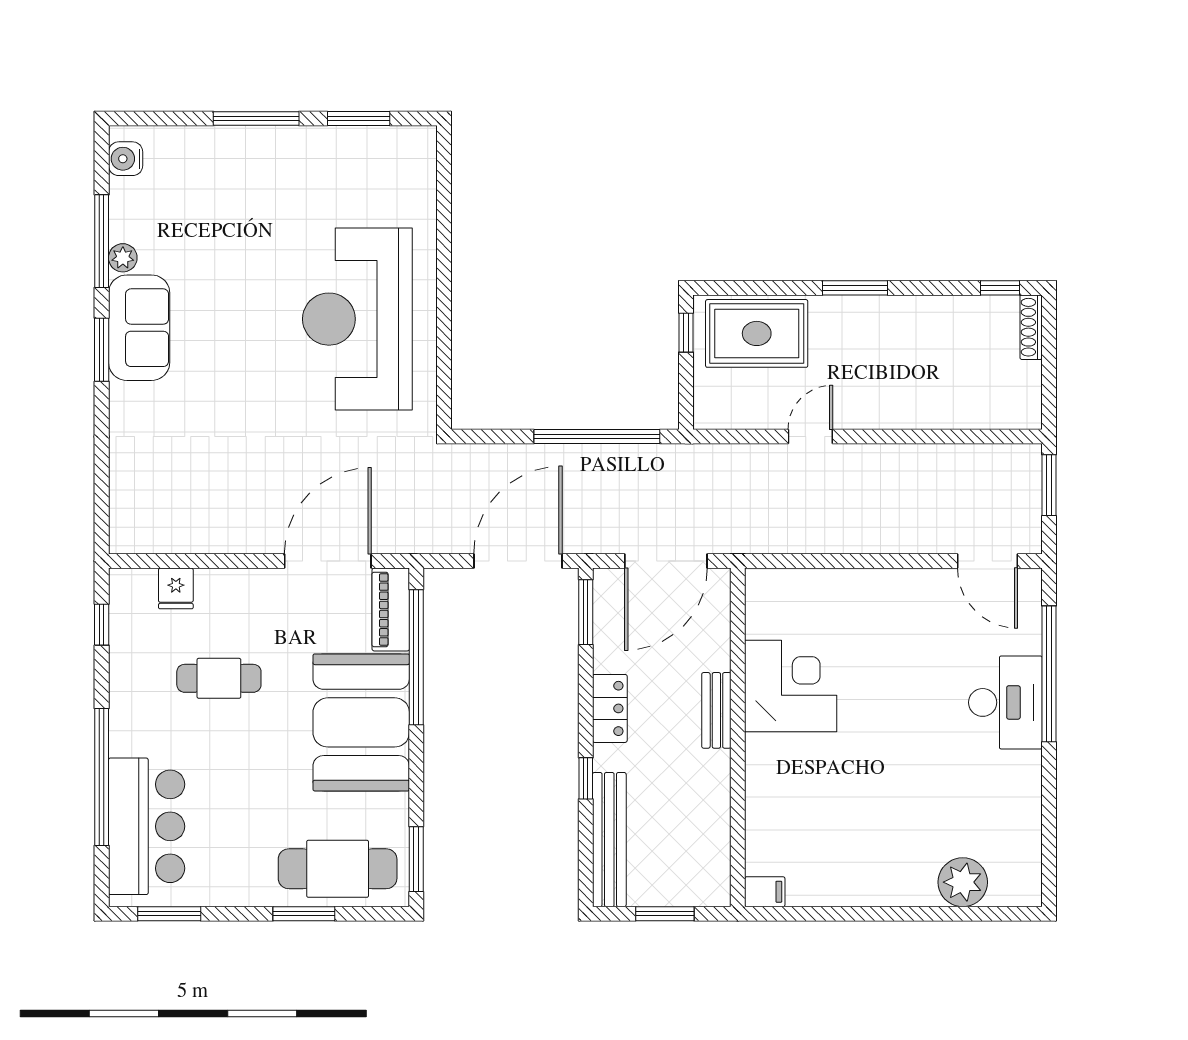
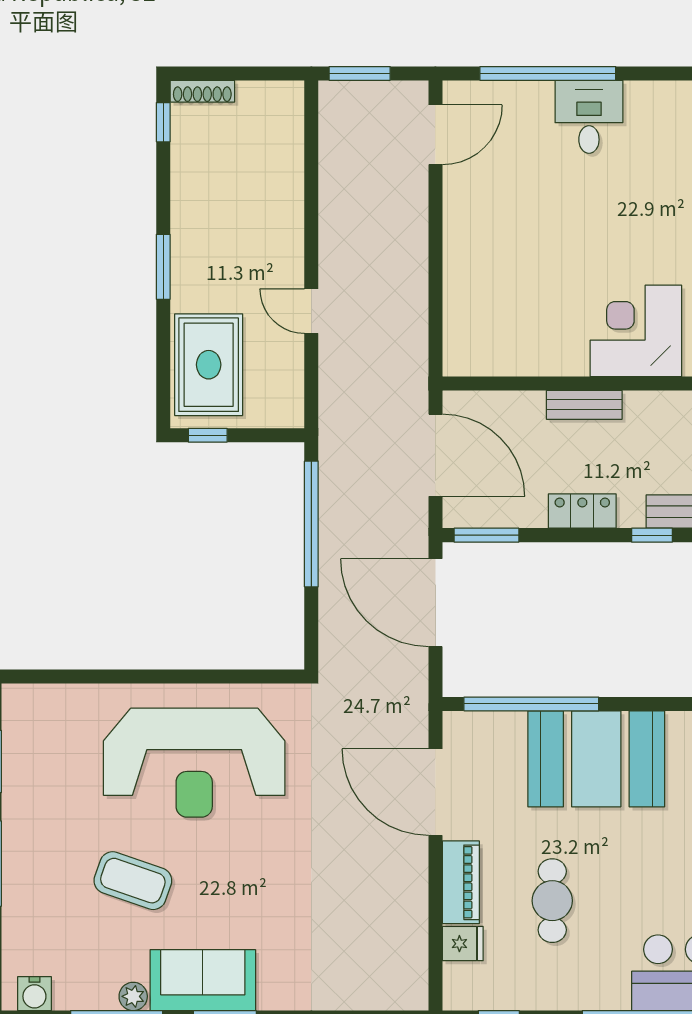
coffee table: (239, 257) -> (133, 881), added
piano: (391, 609) -> (461, 882), moved, turned -90
corner desk: (791, 686) -> (636, 331), moved
desk: (1005, 702) -> (589, 117), width x0.73

